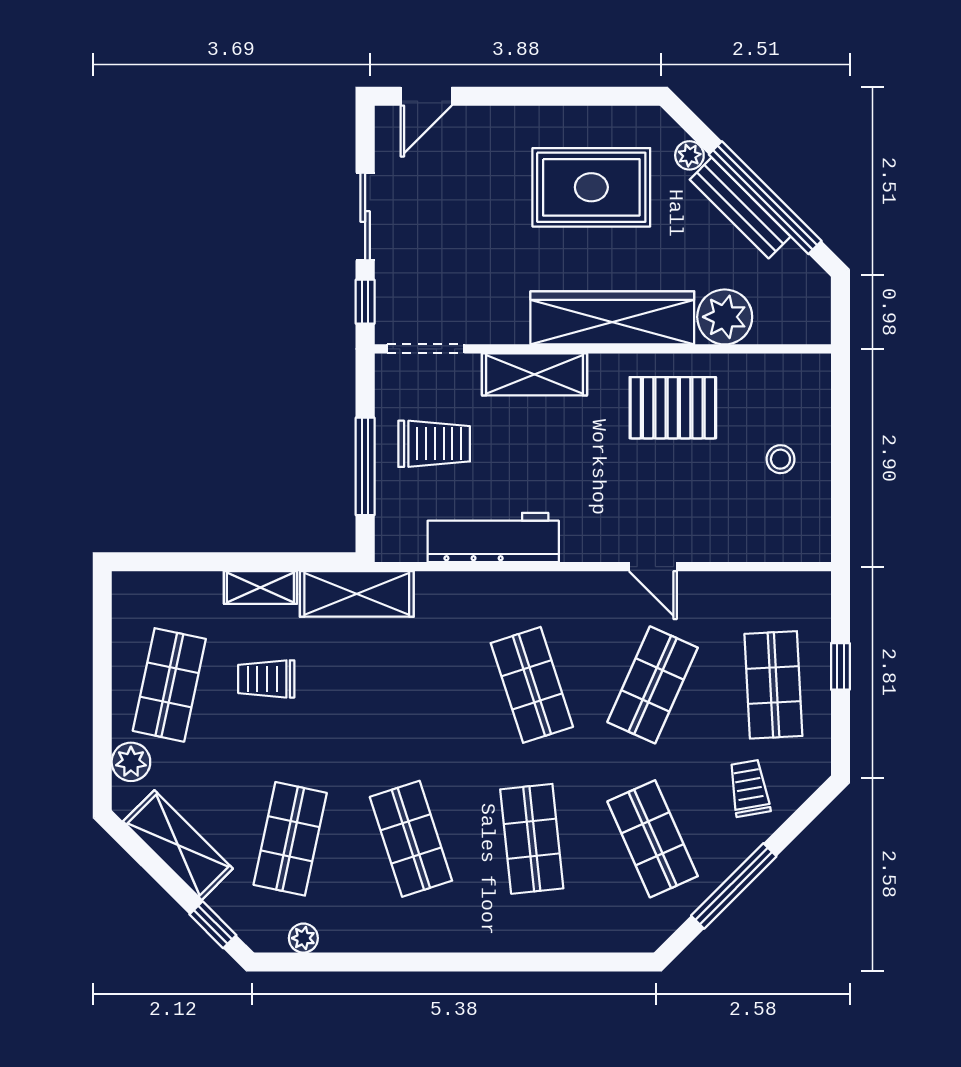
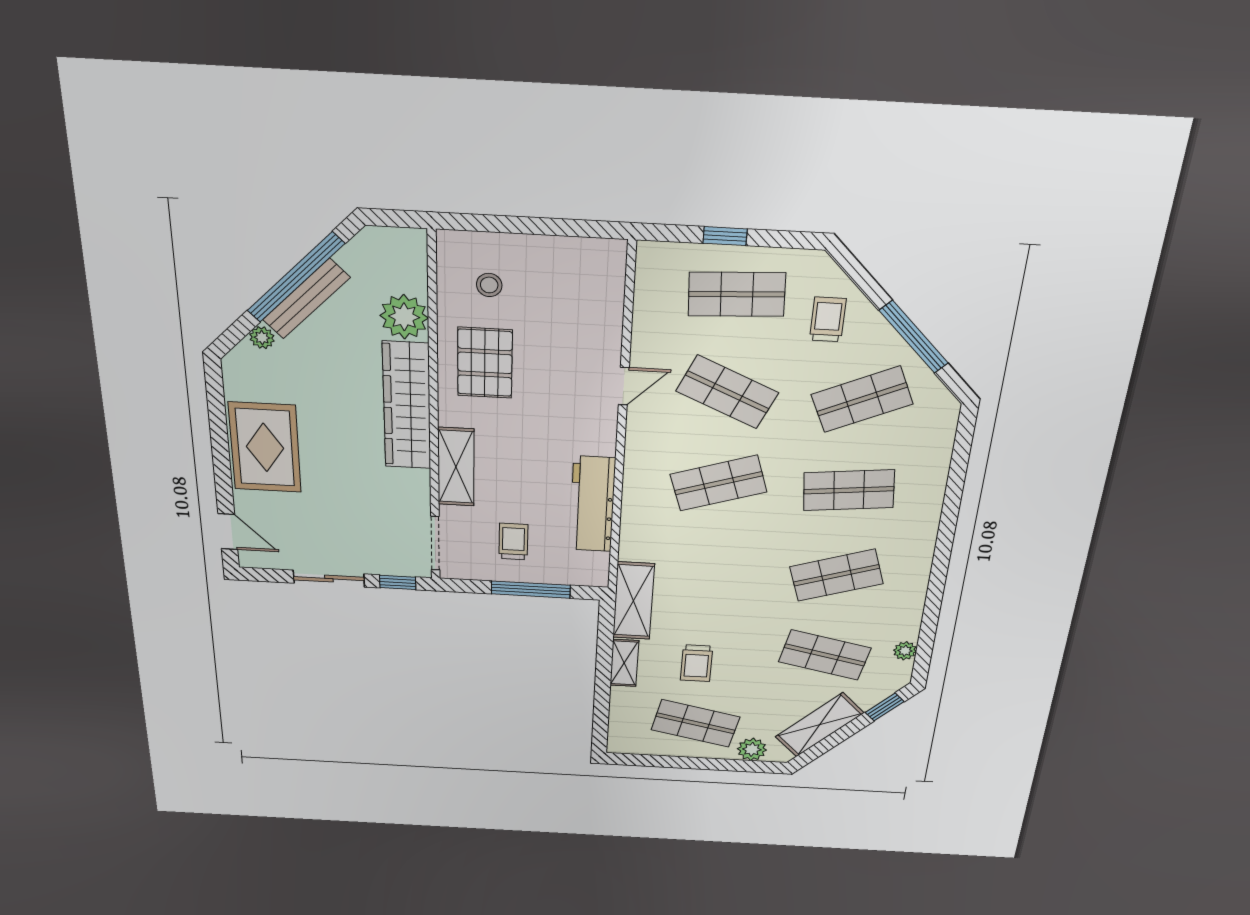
rug: (591, 187) -> (265, 447), moved
trolley: (434, 444) -> (513, 542), width x0.73, depth x0.72
stool: (780, 459) -> (489, 285), moved
trolley: (749, 788) -> (828, 319), turned 100

